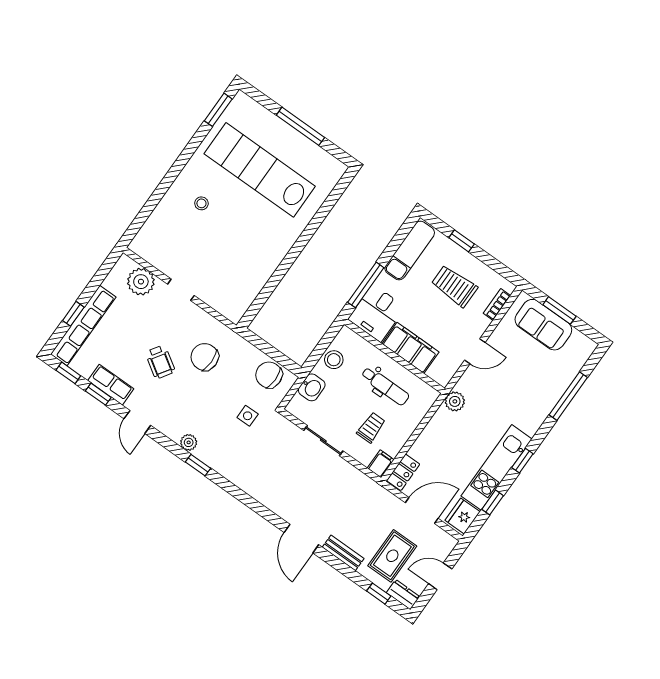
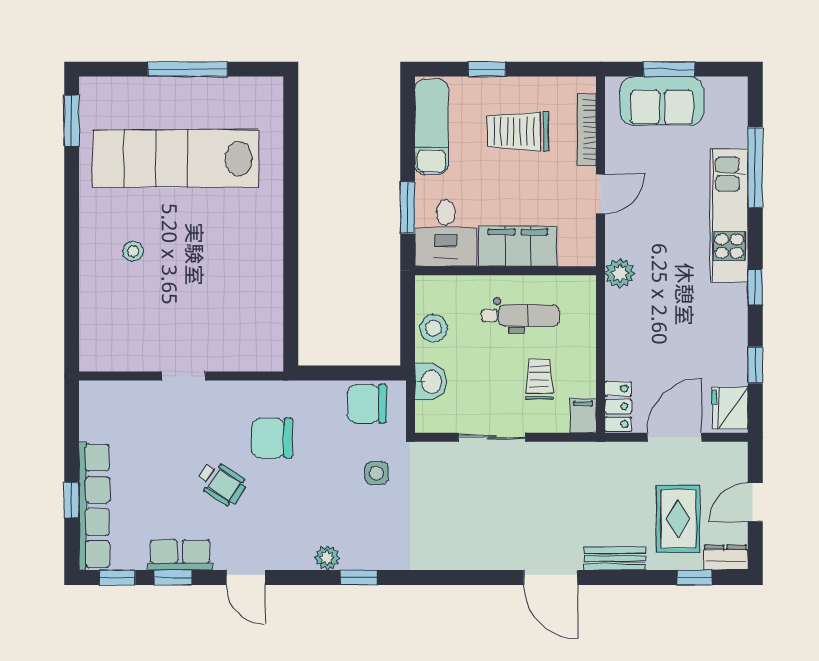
plant: (141, 282) -> (127, 401), removed
window: (366, 285) -> (408, 208), width x0.69
bookcase: (497, 305) -> (587, 130), width x1.56
kitchen unit: (497, 467) -> (729, 216), moved

